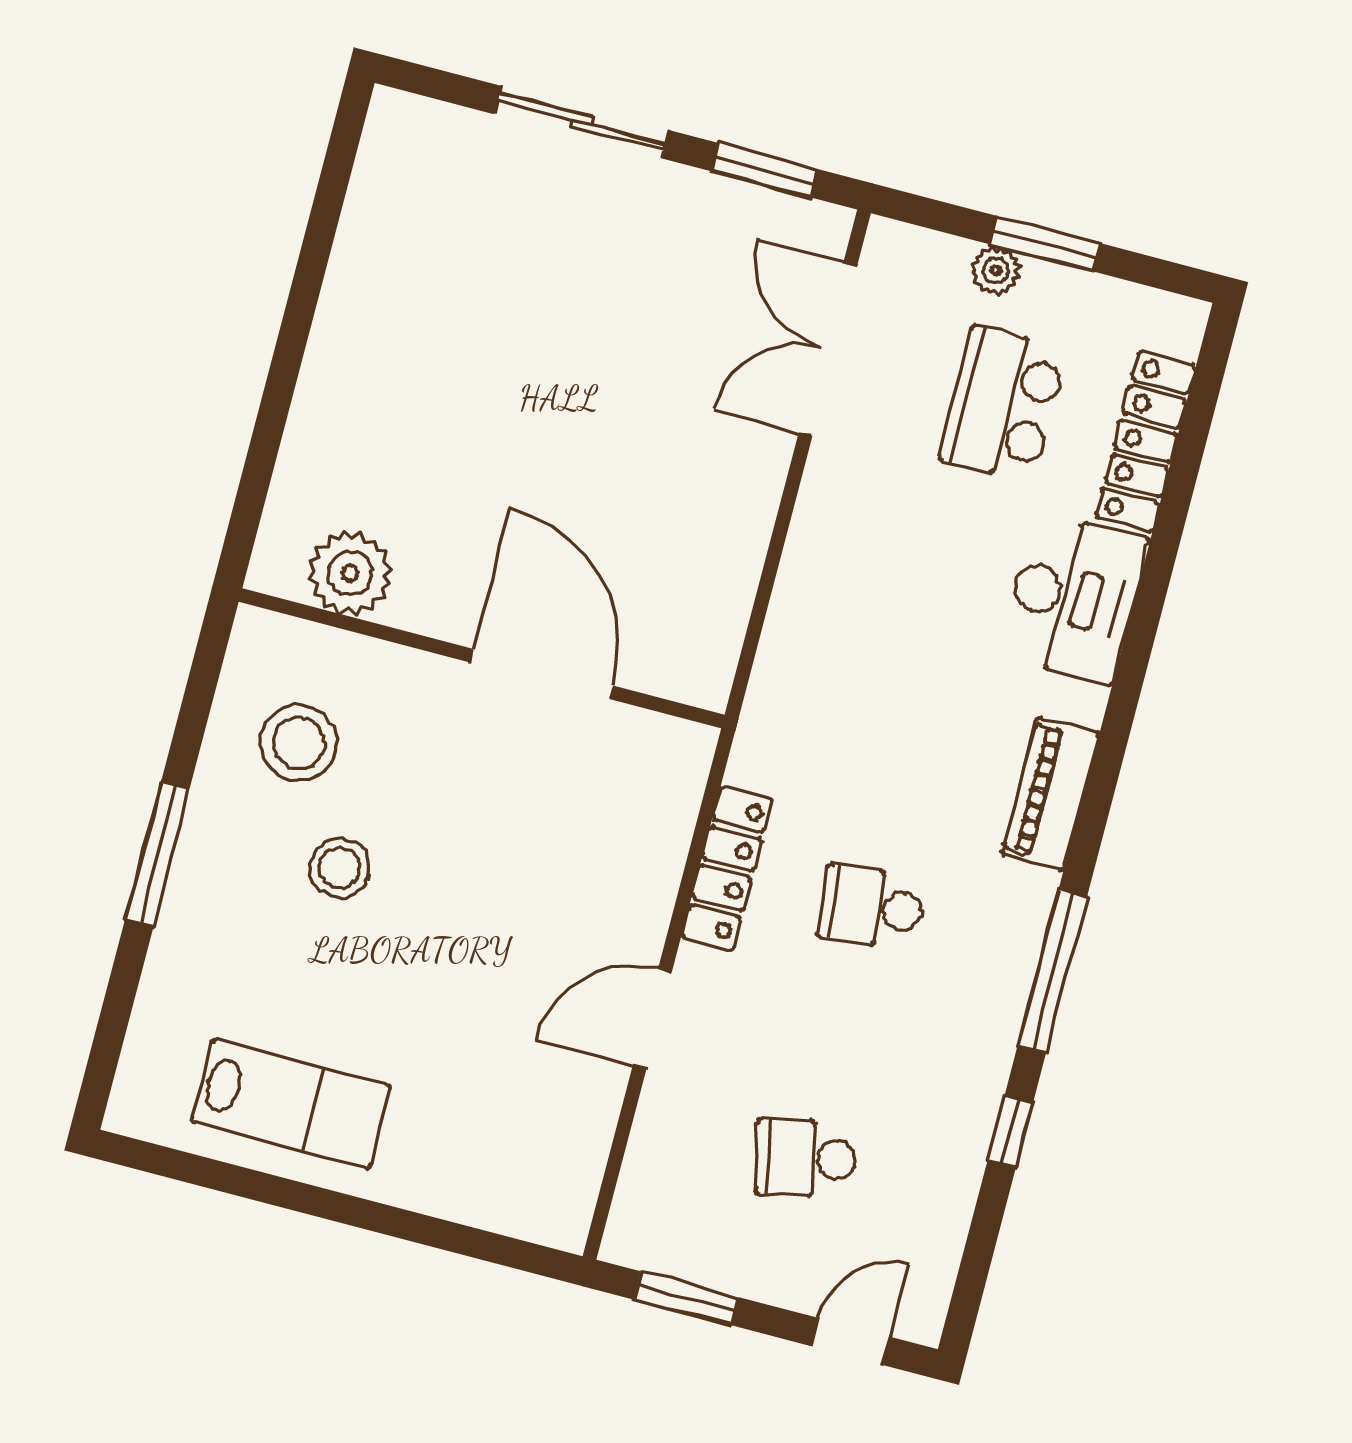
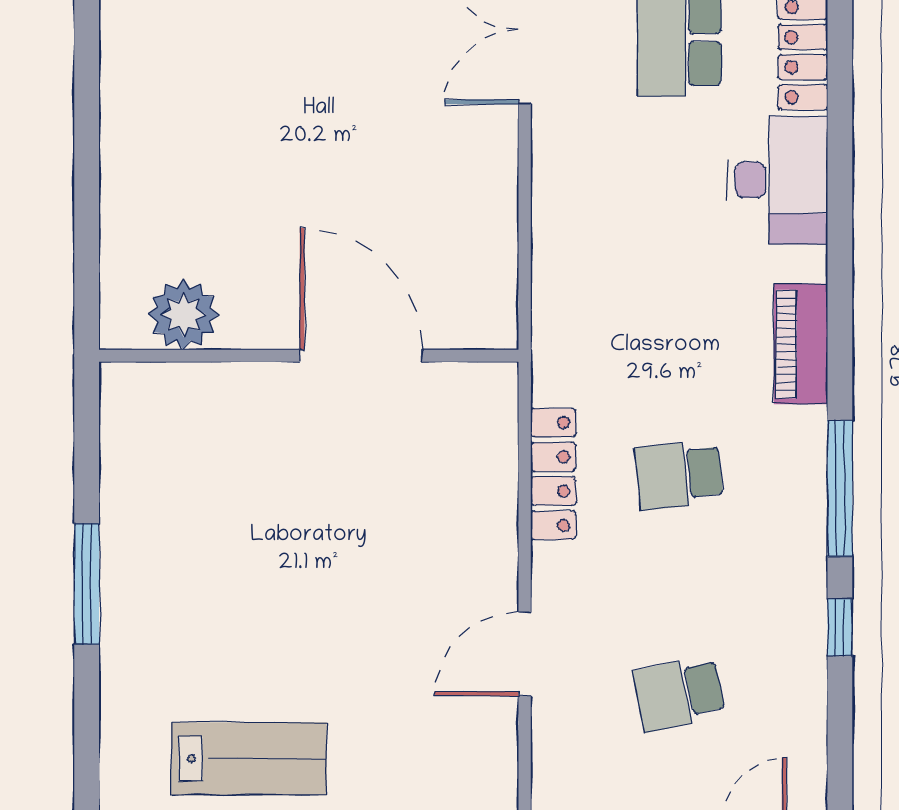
stool: (298, 743) -> (178, 463), removed
stool: (340, 868) -> (238, 557), removed
door: (652, 1019) -> (525, 654), moved

